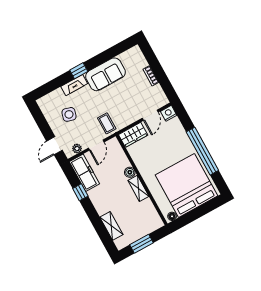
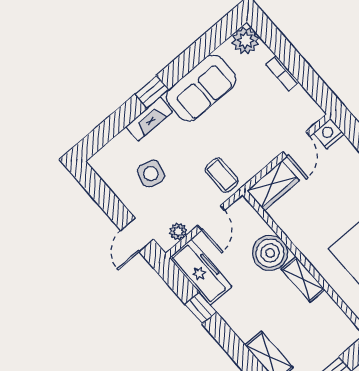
plant: (135, 54) -> (245, 40), added
boiler: (130, 172) -> (270, 253), width x1.86, depth x1.86

